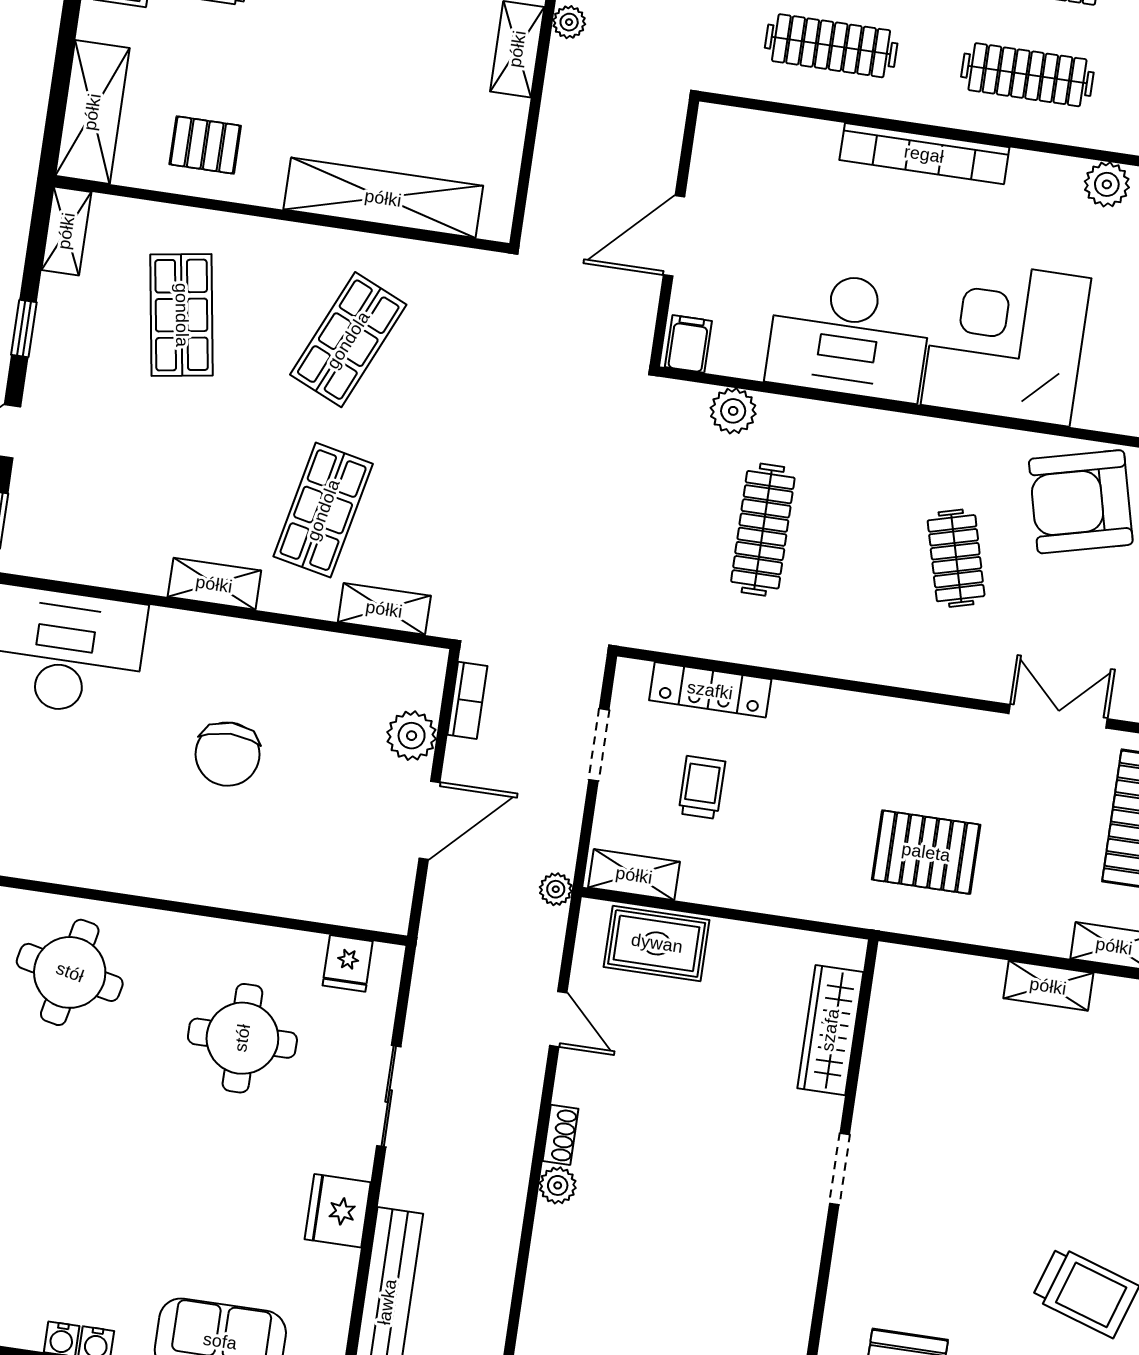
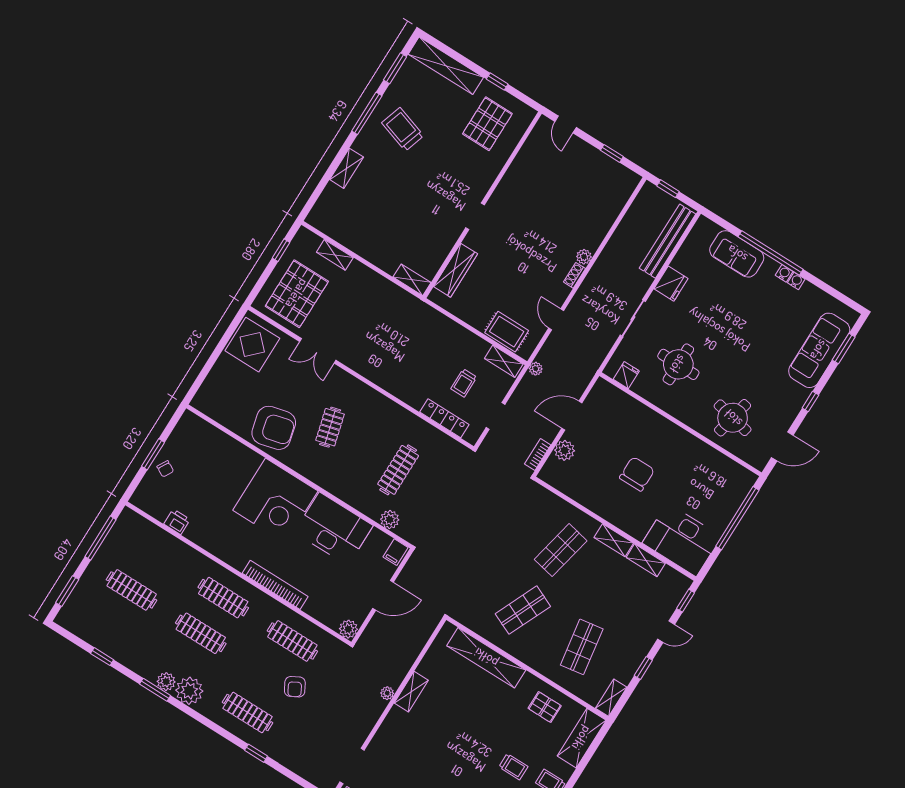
plant: (1107, 184) -> (348, 629), moved
shelving: (384, 609) -> (646, 560), moved
pallet: (926, 852) -> (390, 321), removed
shelving: (1048, 986) -> (412, 280), moved

